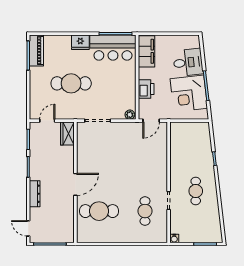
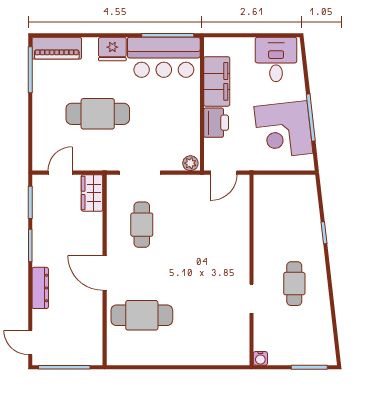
piano: (36, 50) -> (57, 48), moved, turned 90
filing cabinet: (147, 51) -> (217, 81), moved
desk: (188, 62) -> (276, 59), moved, turned -83
door: (75, 184) -> (105, 273), swing flipped
cafe table: (145, 211) -> (142, 225), moved

